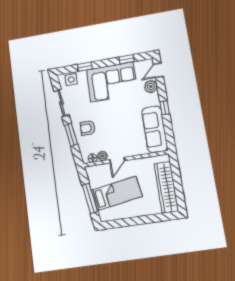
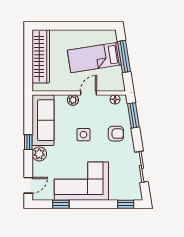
window: (85, 67) -> (126, 204), moved
side table: (71, 80) -> (83, 135), moved
plant: (151, 86) -> (39, 154), moved
window: (71, 135) -> (133, 115), moved
plant: (103, 156) -> (73, 100), moved

